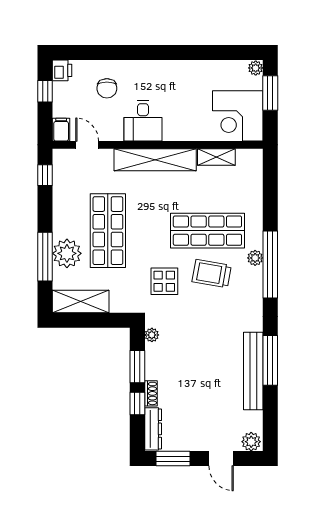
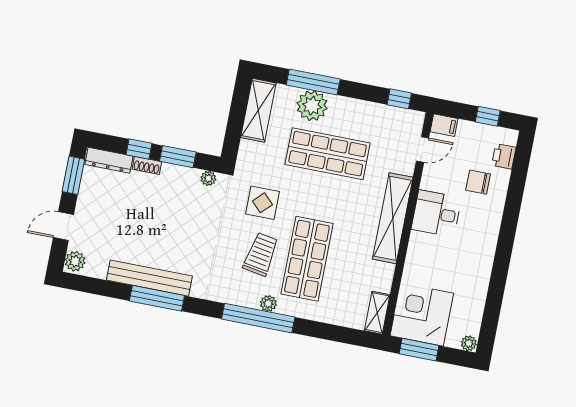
printer: (62, 70) -> (504, 156), moved, turned 90
window: (270, 93) -> (419, 350), moved
shelving: (216, 157) -> (377, 313), moved

